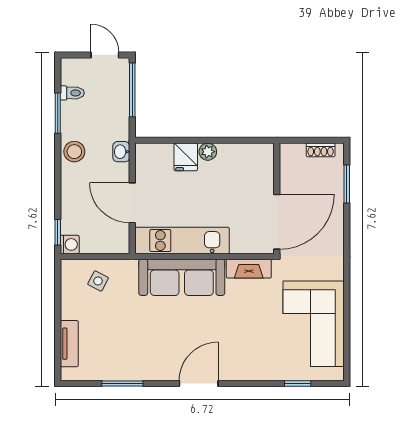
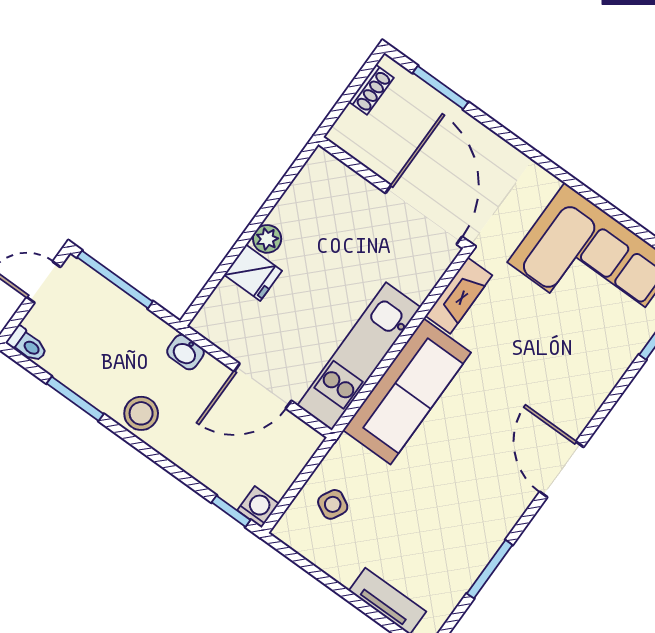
toilet: (72, 93) -> (27, 345), moved, turned 90

